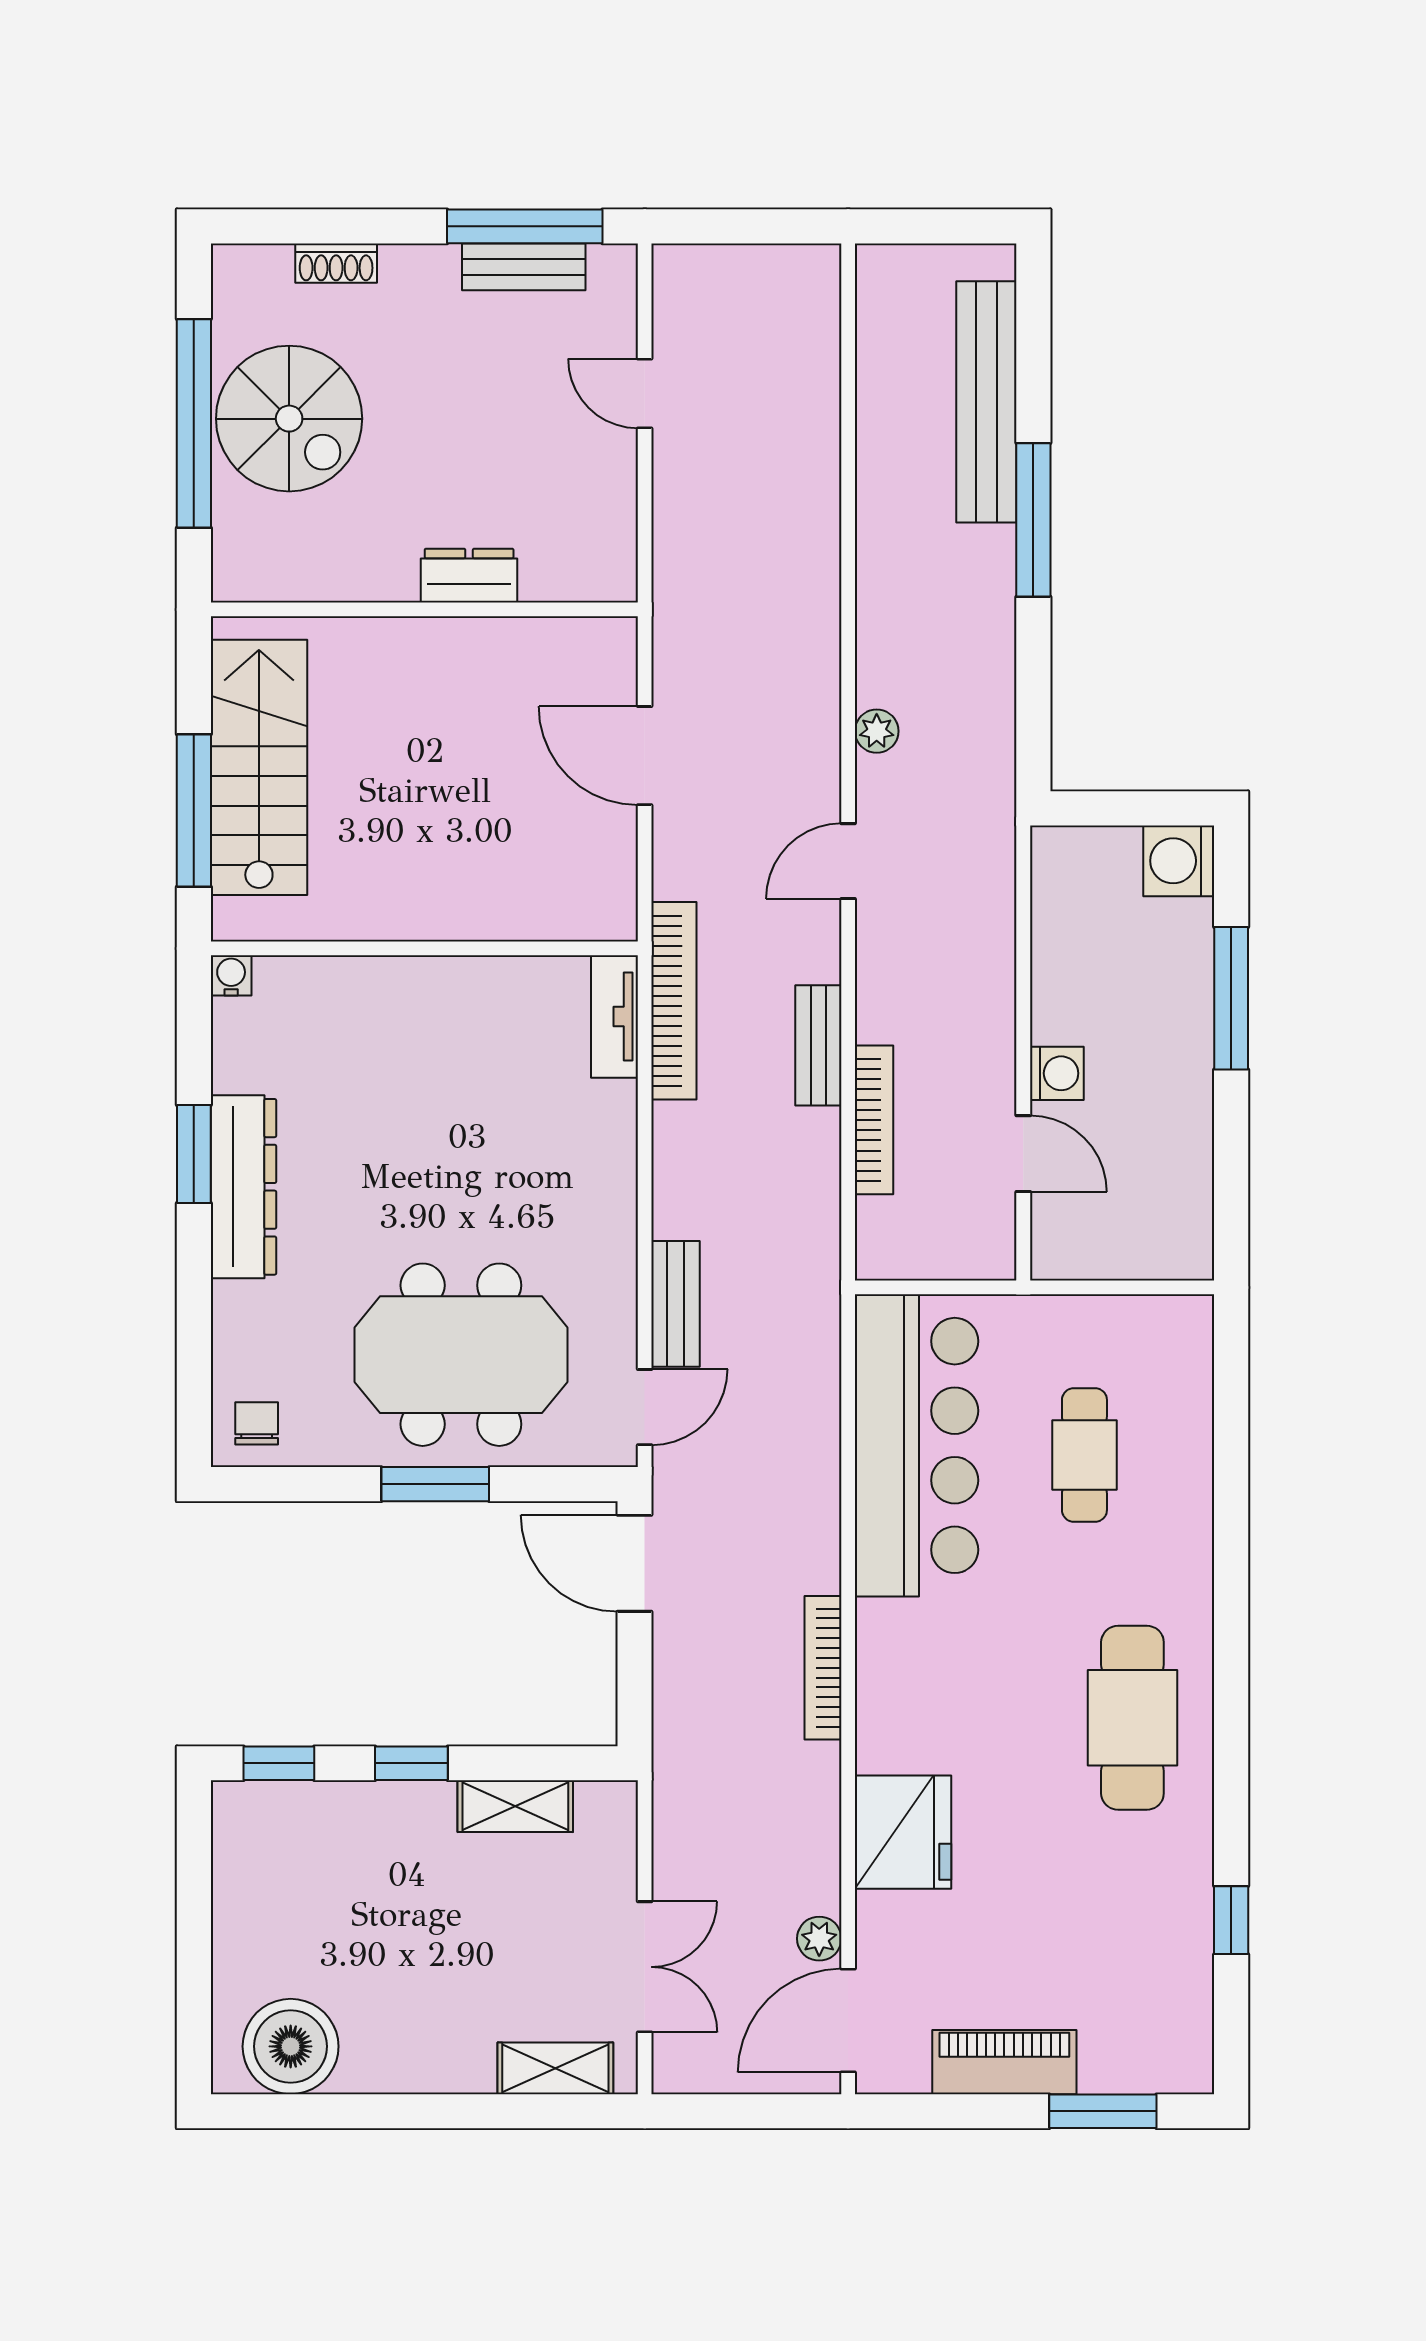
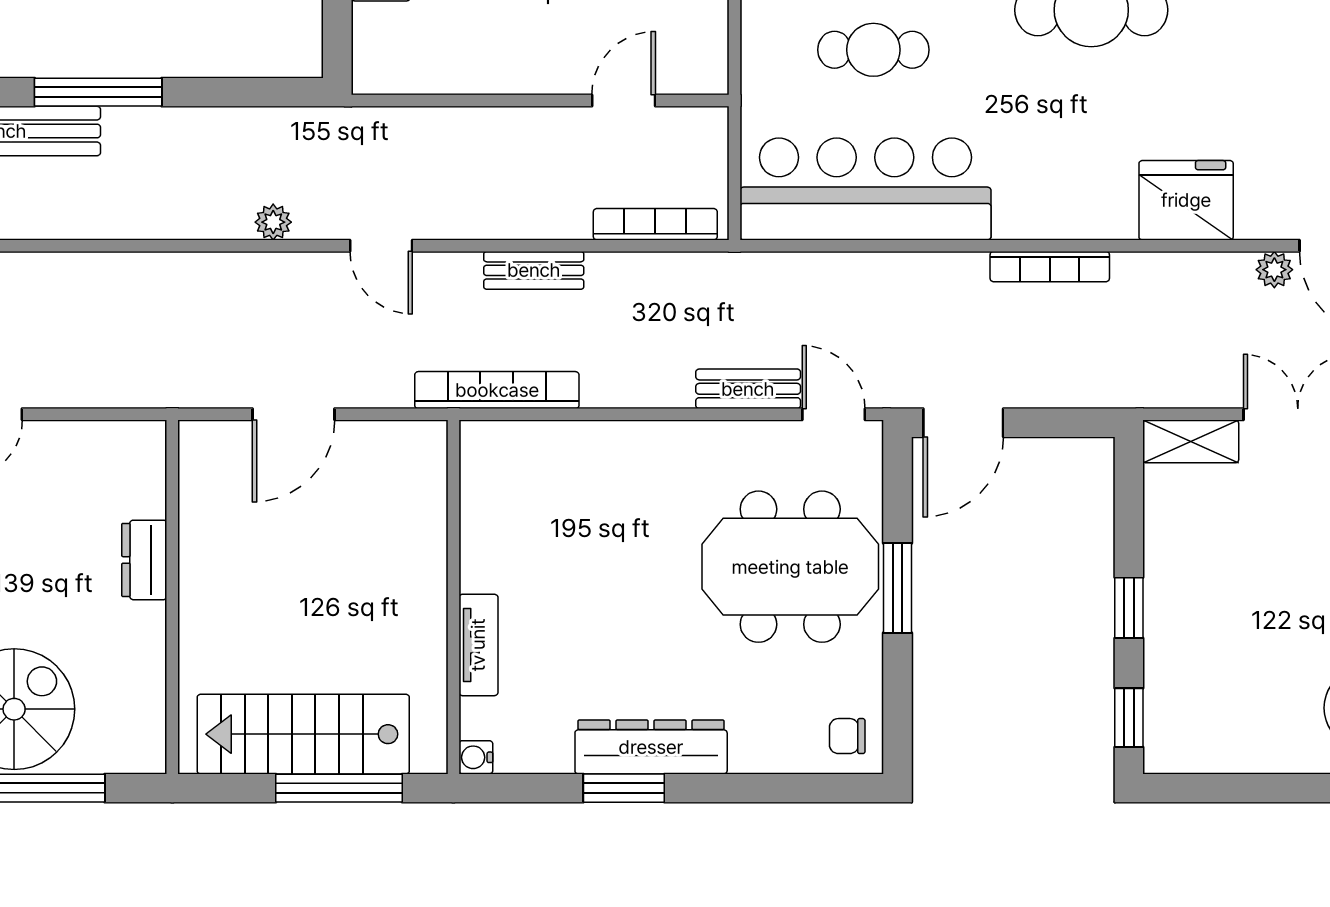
tv unit: (615, 1017) -> (478, 645), moved, turned -90
washing machine: (1057, 1073) -> (557, 73), removed
bookcase: (874, 1120) -> (655, 224), moved
meeting table: (461, 1355) -> (790, 567), turned 90
shelving: (515, 1806) -> (1191, 441), moved, turned 90

